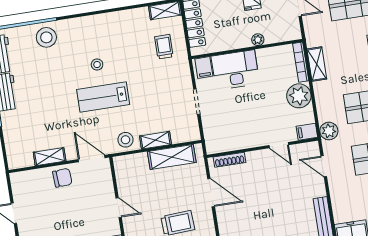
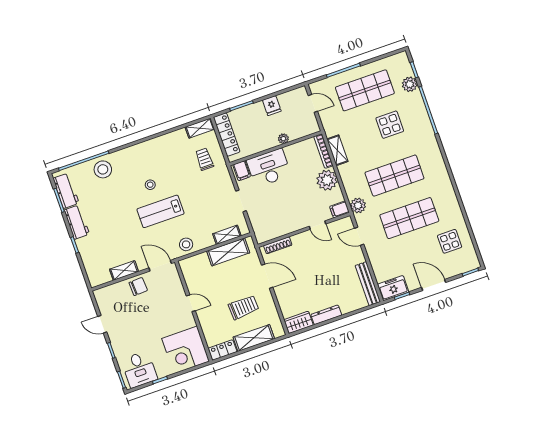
shelving: (155, 140) -> (227, 235), moved

